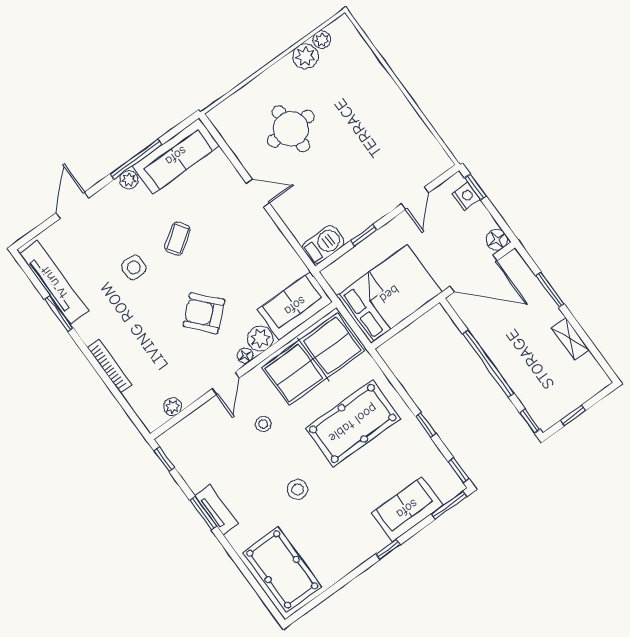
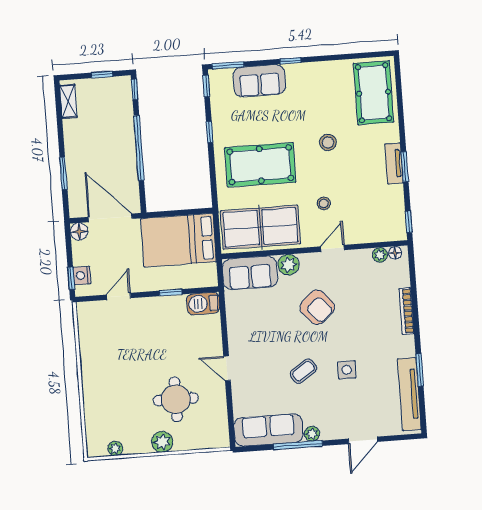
plant: (305, 56) -> (162, 442), moved
shelving: (570, 339) -> (68, 101), moved
floor lamp: (245, 356) -> (395, 253), moved

